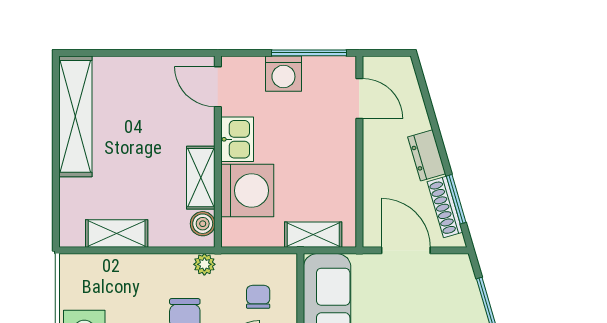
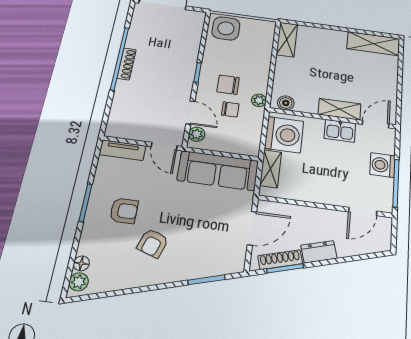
shelving: (75, 116) -> (373, 44), width x0.68
shelving: (201, 178) -> (339, 109), moved
washing machine: (247, 191) -> (284, 135), moved, turned -90
shelving: (117, 234) -> (287, 40), moved
chair: (258, 297) -> (230, 109), moved

